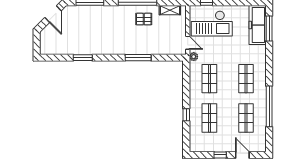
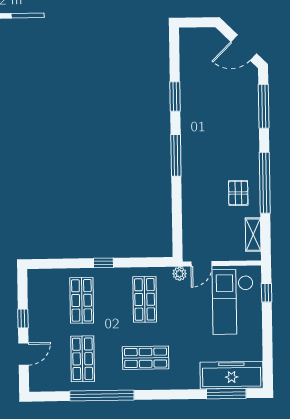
window: (138, 58) -> (176, 155), moved
shop shelf: (209, 79) -> (145, 299), turned 90
window: (186, 115) -> (103, 263), moved
shop shelf: (209, 118) -> (82, 300), turned 90
shop shelf: (246, 118) -> (83, 359), turned 90

